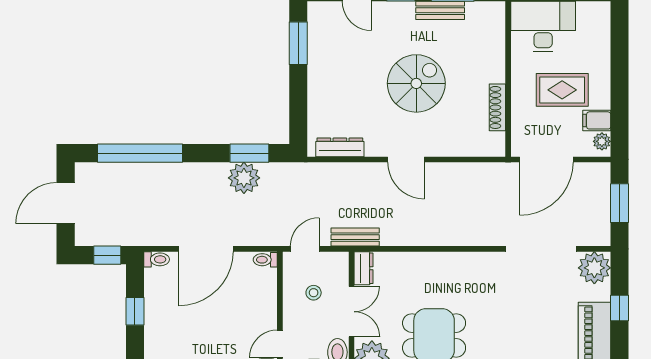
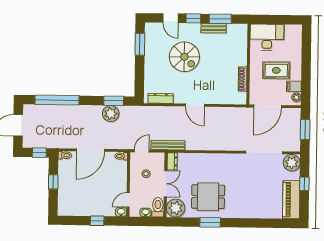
spiral stairs: (416, 83) -> (184, 57), moved, turned 90
bench: (355, 237) -> (168, 145), width x1.36

